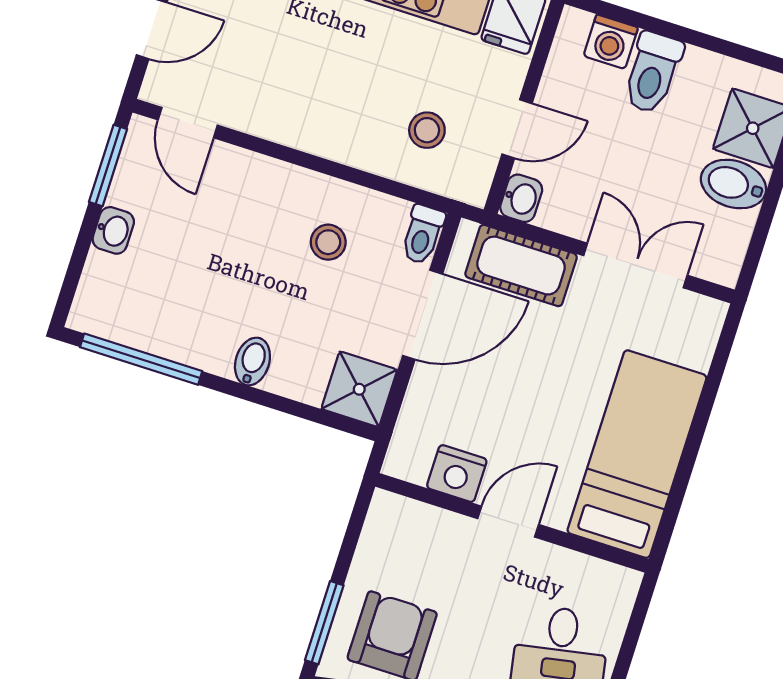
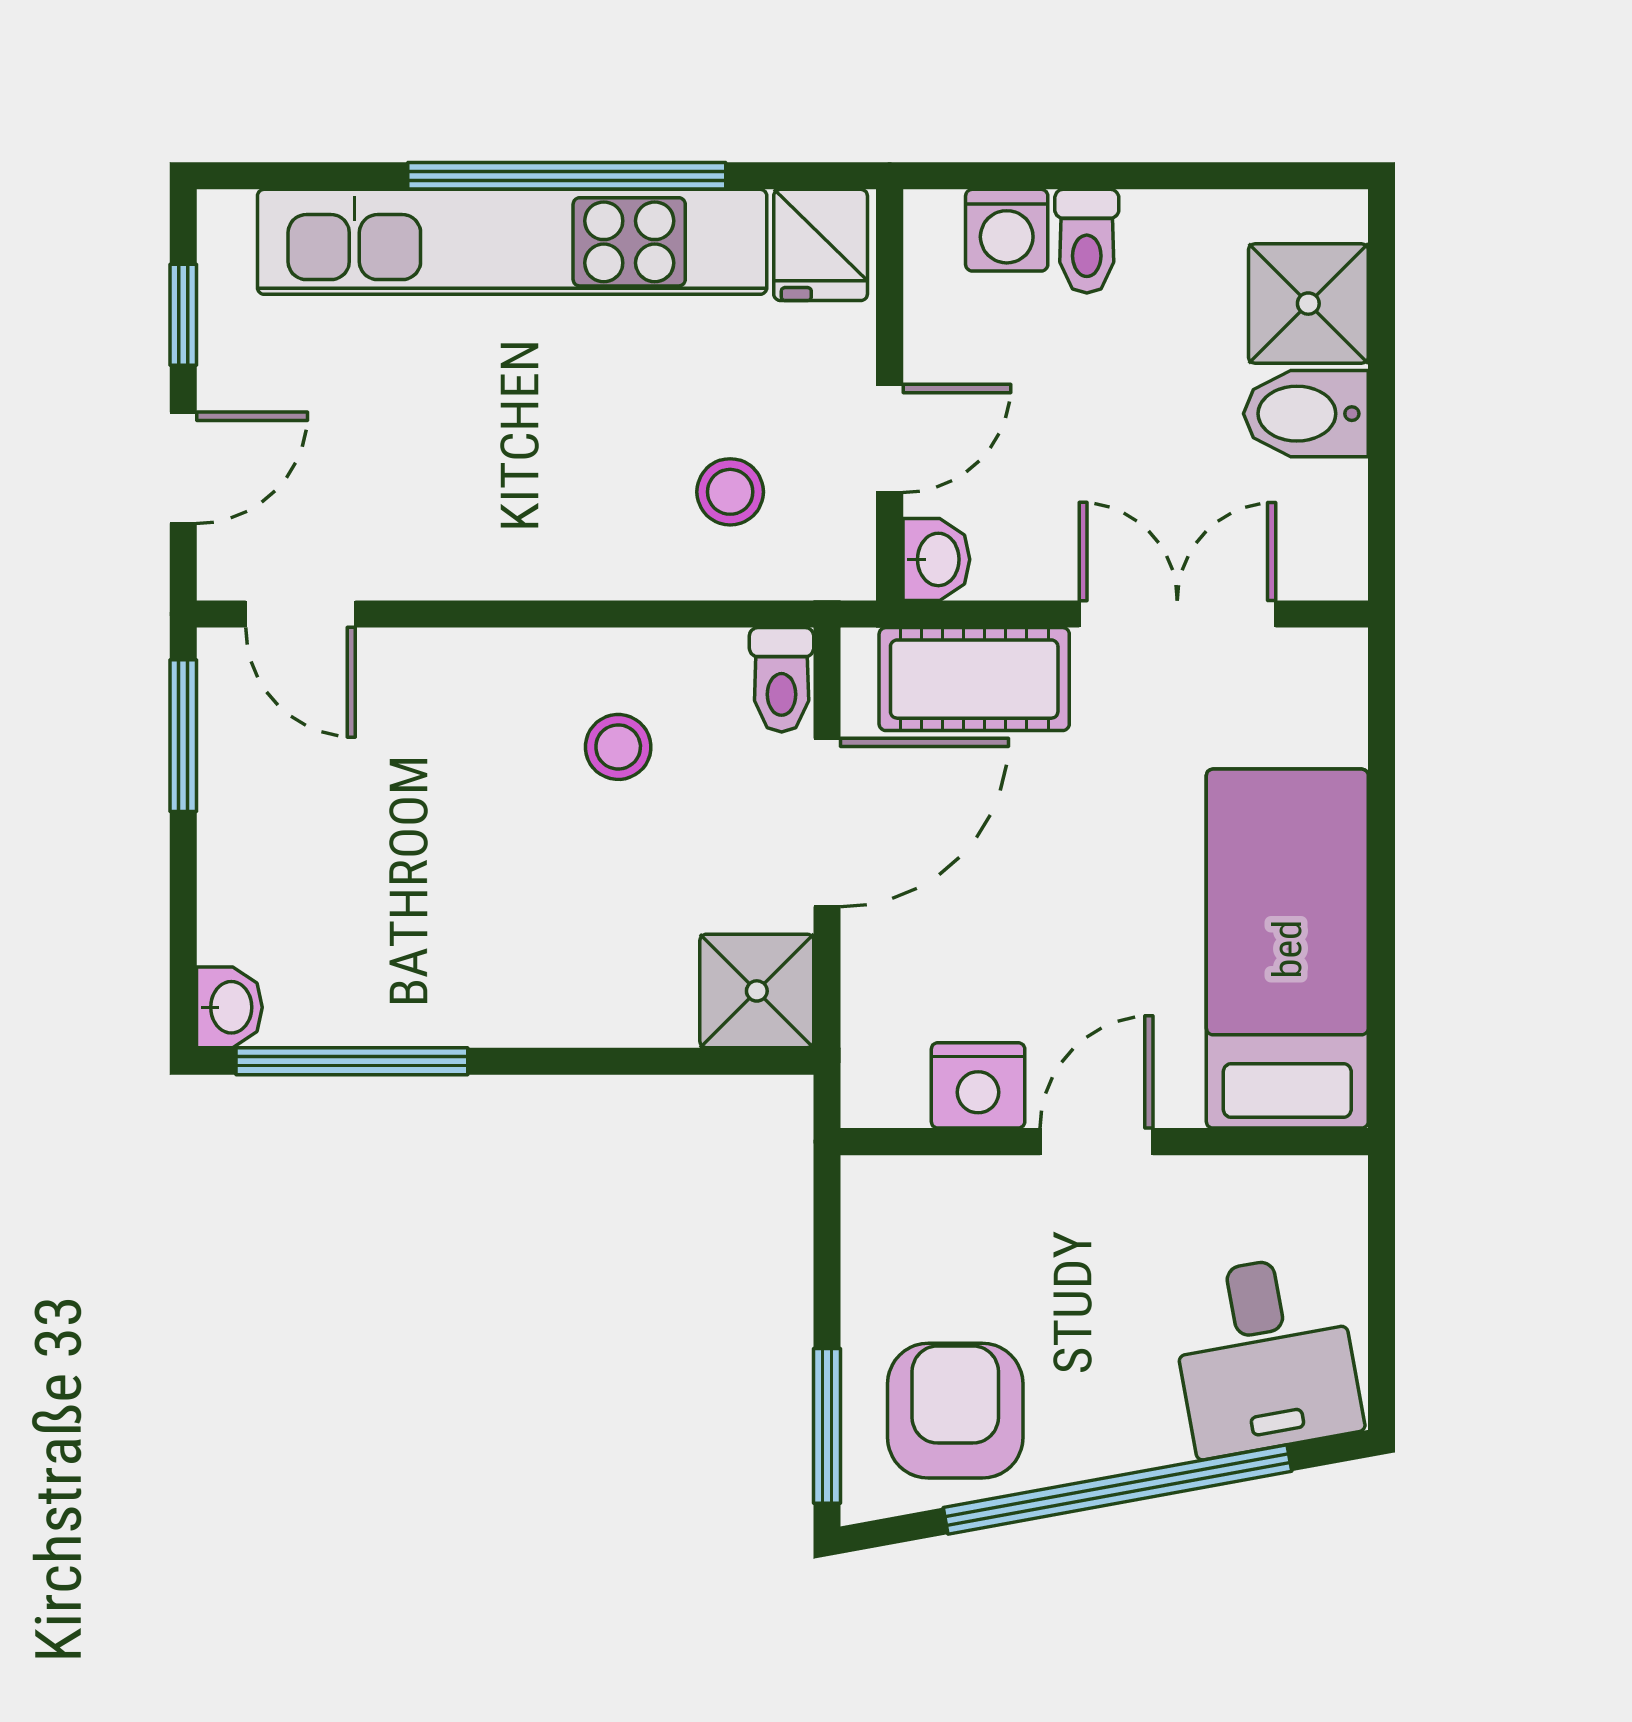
toilet: (653, 73) -> (1087, 241), width x0.73, depth x0.72
washbasin: (113, 230) -> (229, 1007), moved
bidet: (252, 361) -> (551, 1002), removed

